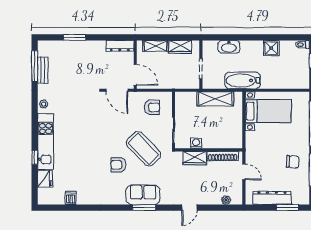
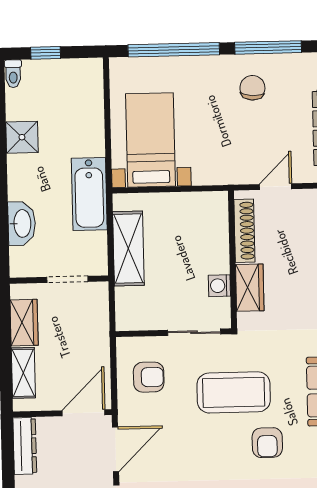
armchair: (152, 107) -> (149, 377), turned 90
coffee table: (143, 149) -> (234, 392), turned 44

